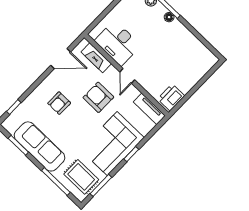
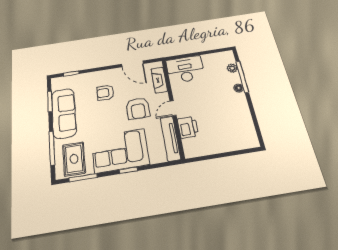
desk: (118, 43) -> (185, 69), moved, turned 90
armchair: (98, 97) -> (138, 108), turned 180
printer: (171, 97) -> (188, 127), moved, turned 90
tv unit: (149, 109) -> (170, 138), width x1.41

